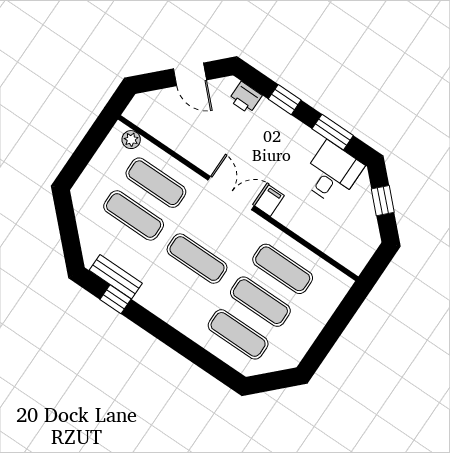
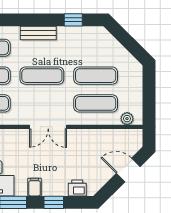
door: (190, 74) -> (128, 170), moved
filing cabinet: (269, 201) -> (35, 187), moved, turned 180
bench: (116, 277) -> (38, 33), moved

